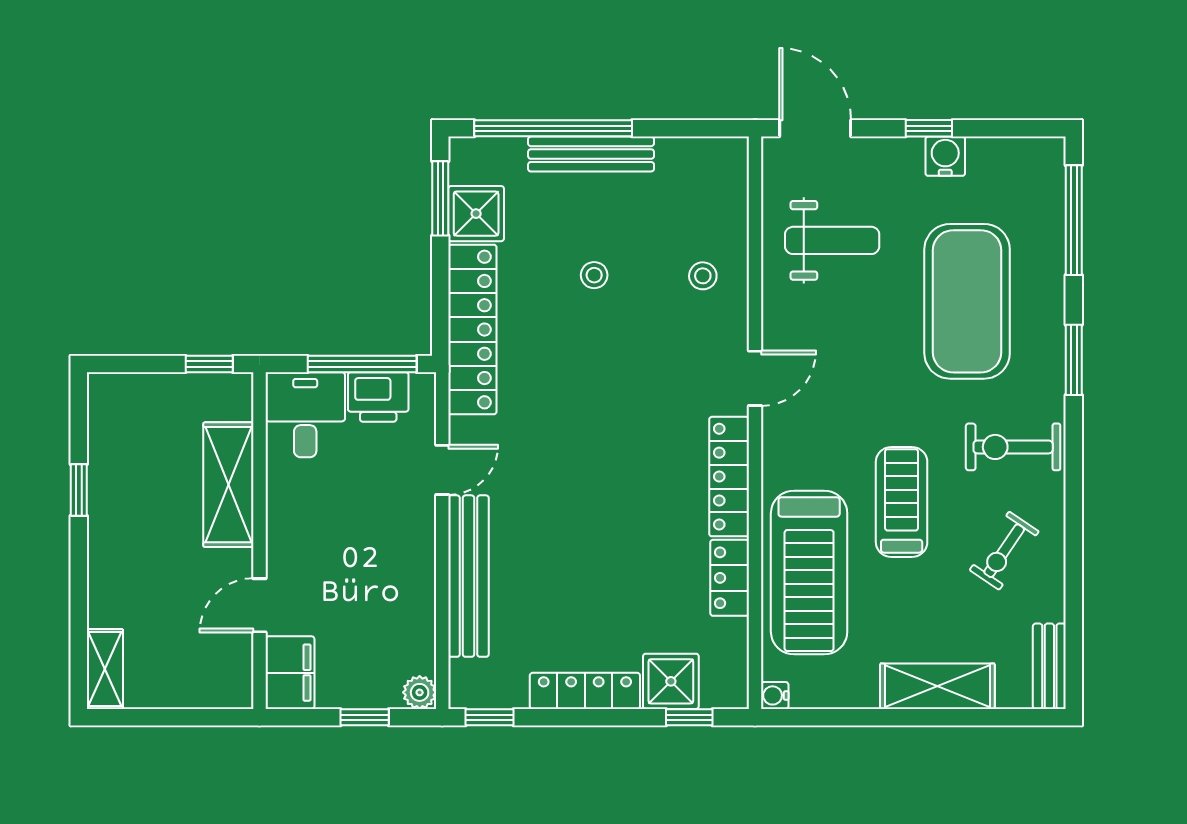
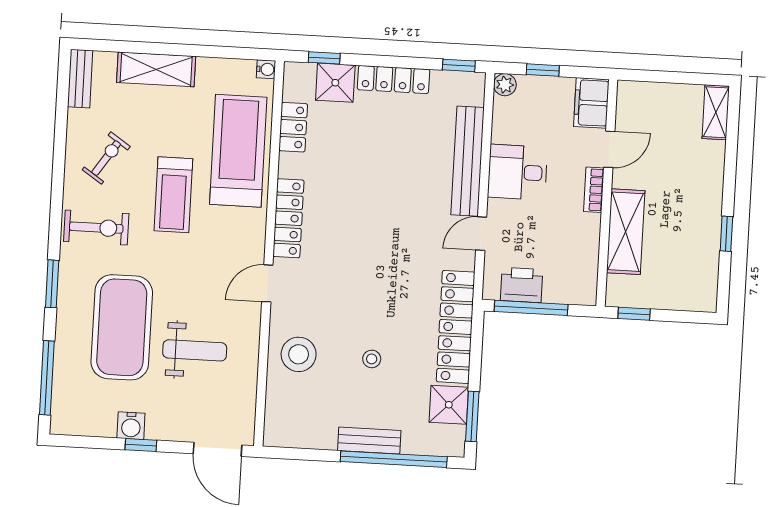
bench: (591, 154) -> (369, 440), width x0.73
weight bench: (832, 240) -> (195, 350), moved, turned 180
stool: (703, 276) -> (299, 354), width x1.89, depth x1.89
desk: (305, 415) -> (518, 172), moved, turned 90
bookcase: (279, 544) -> (594, 190), added
locker: (730, 578) -> (293, 127), moved

